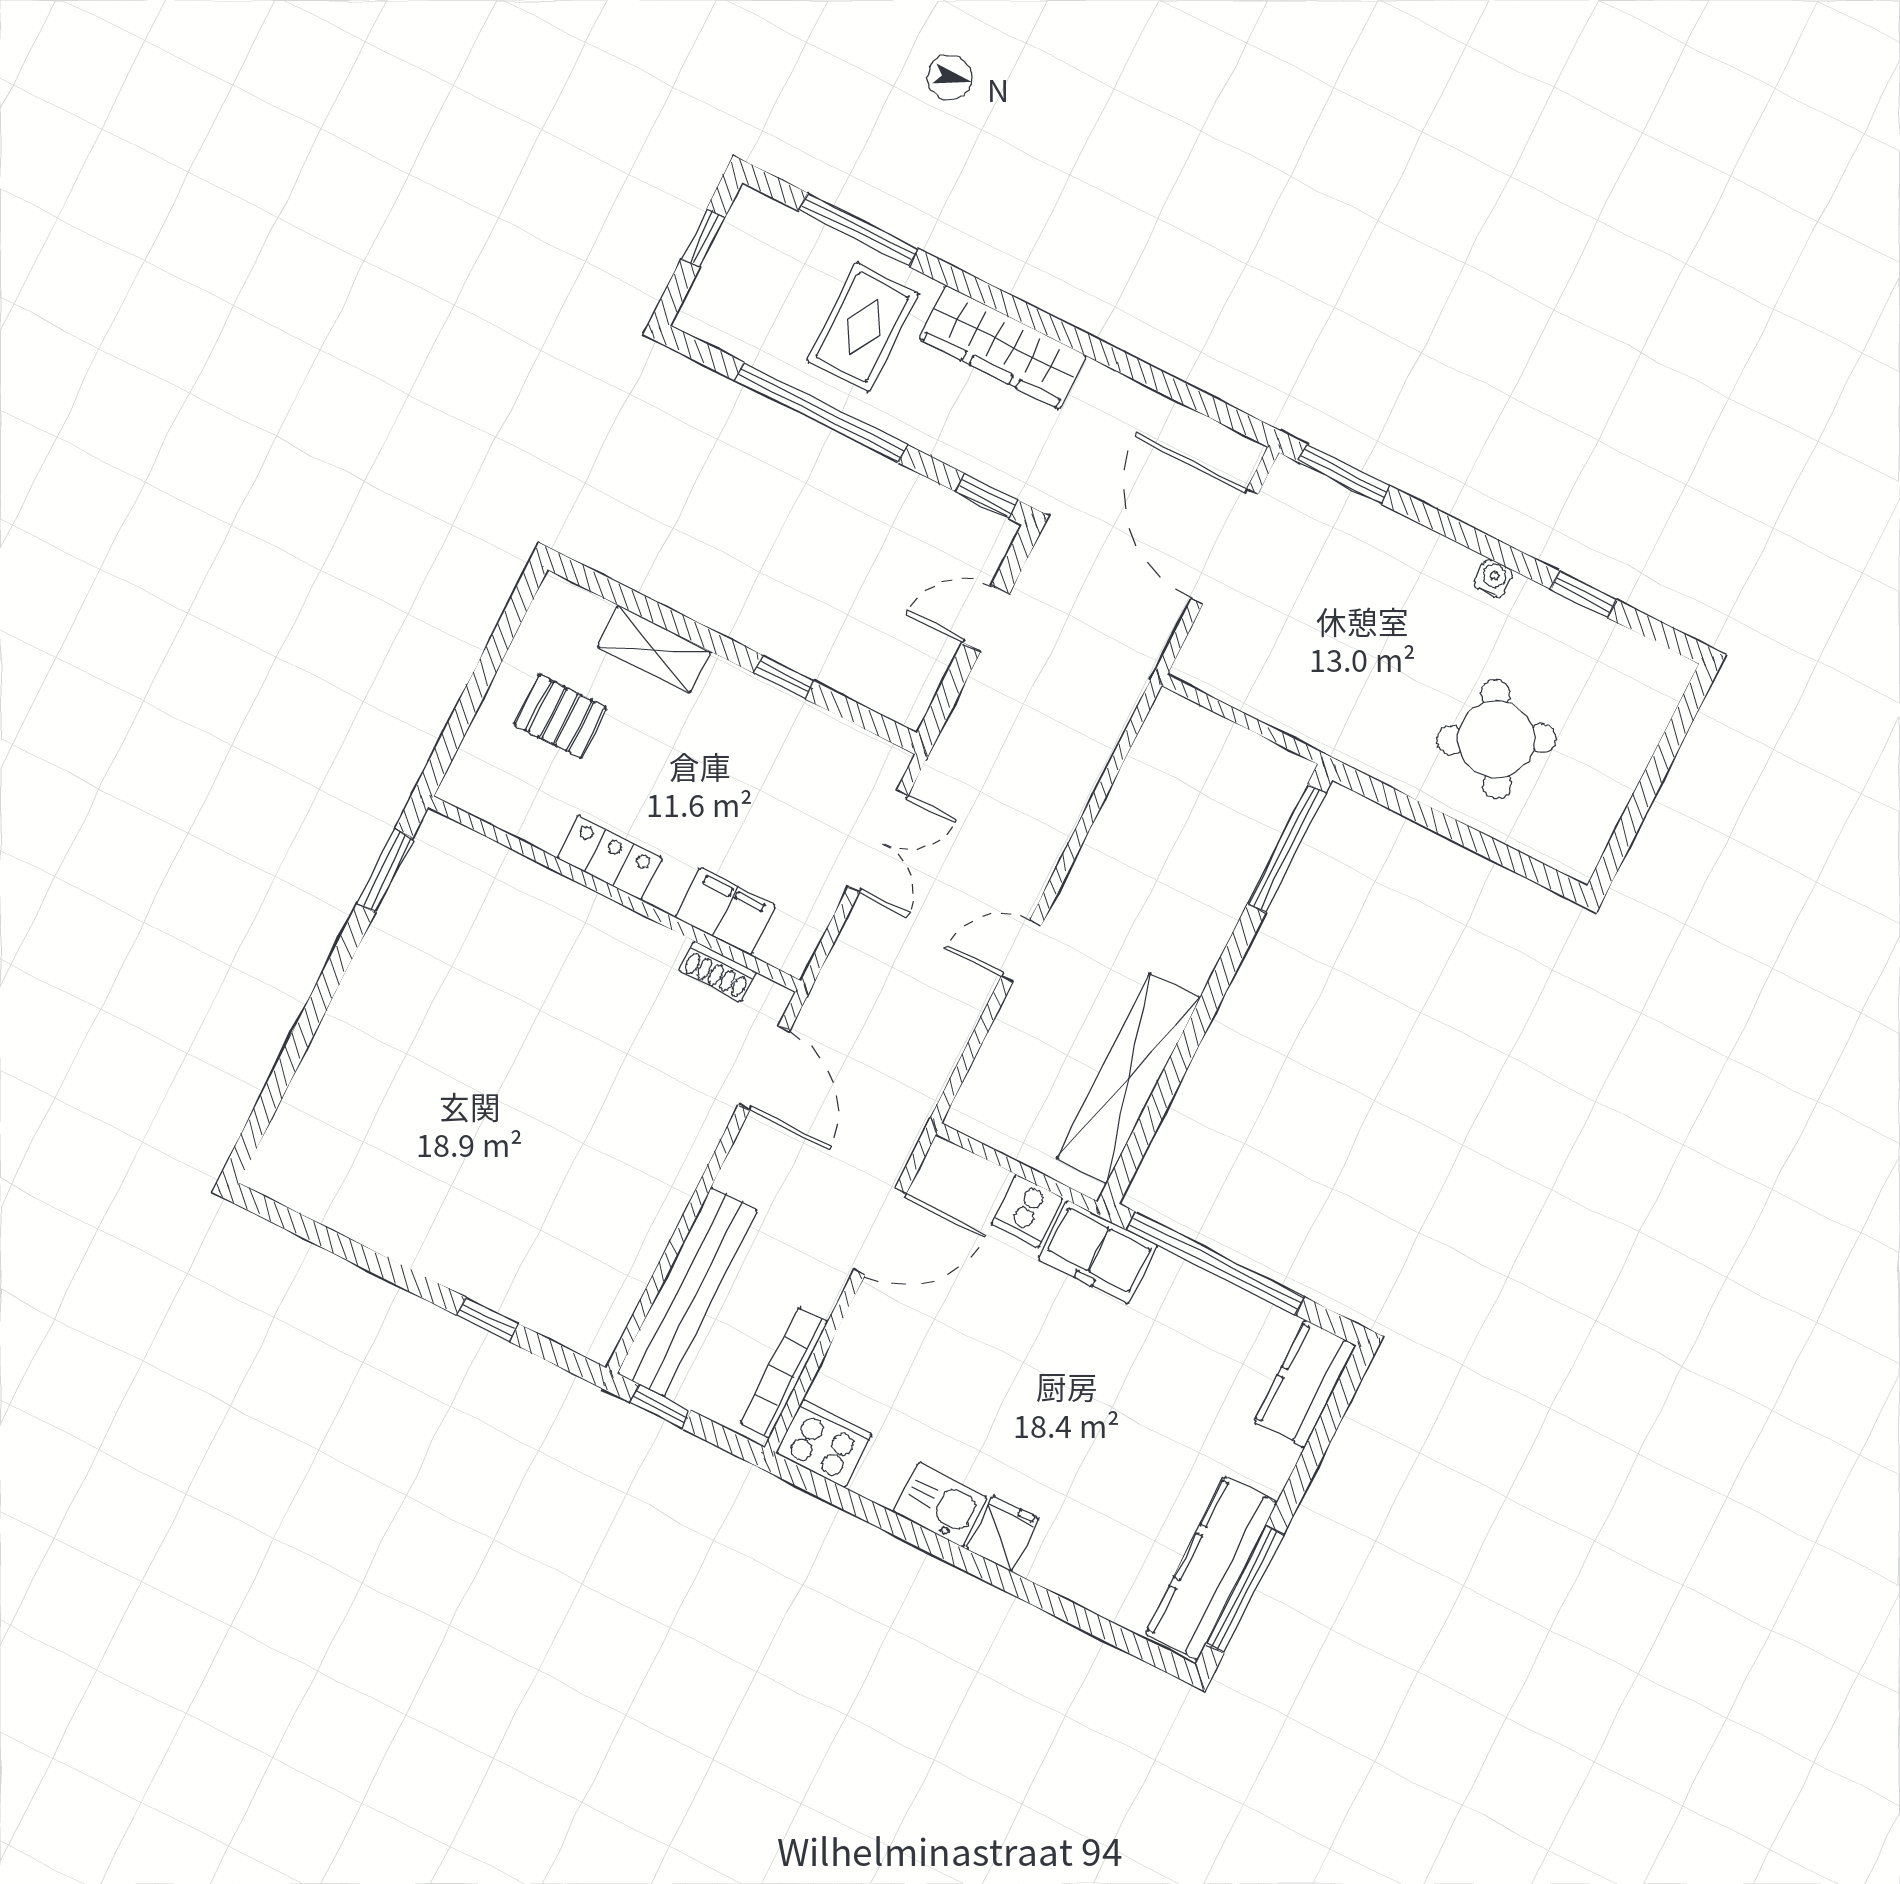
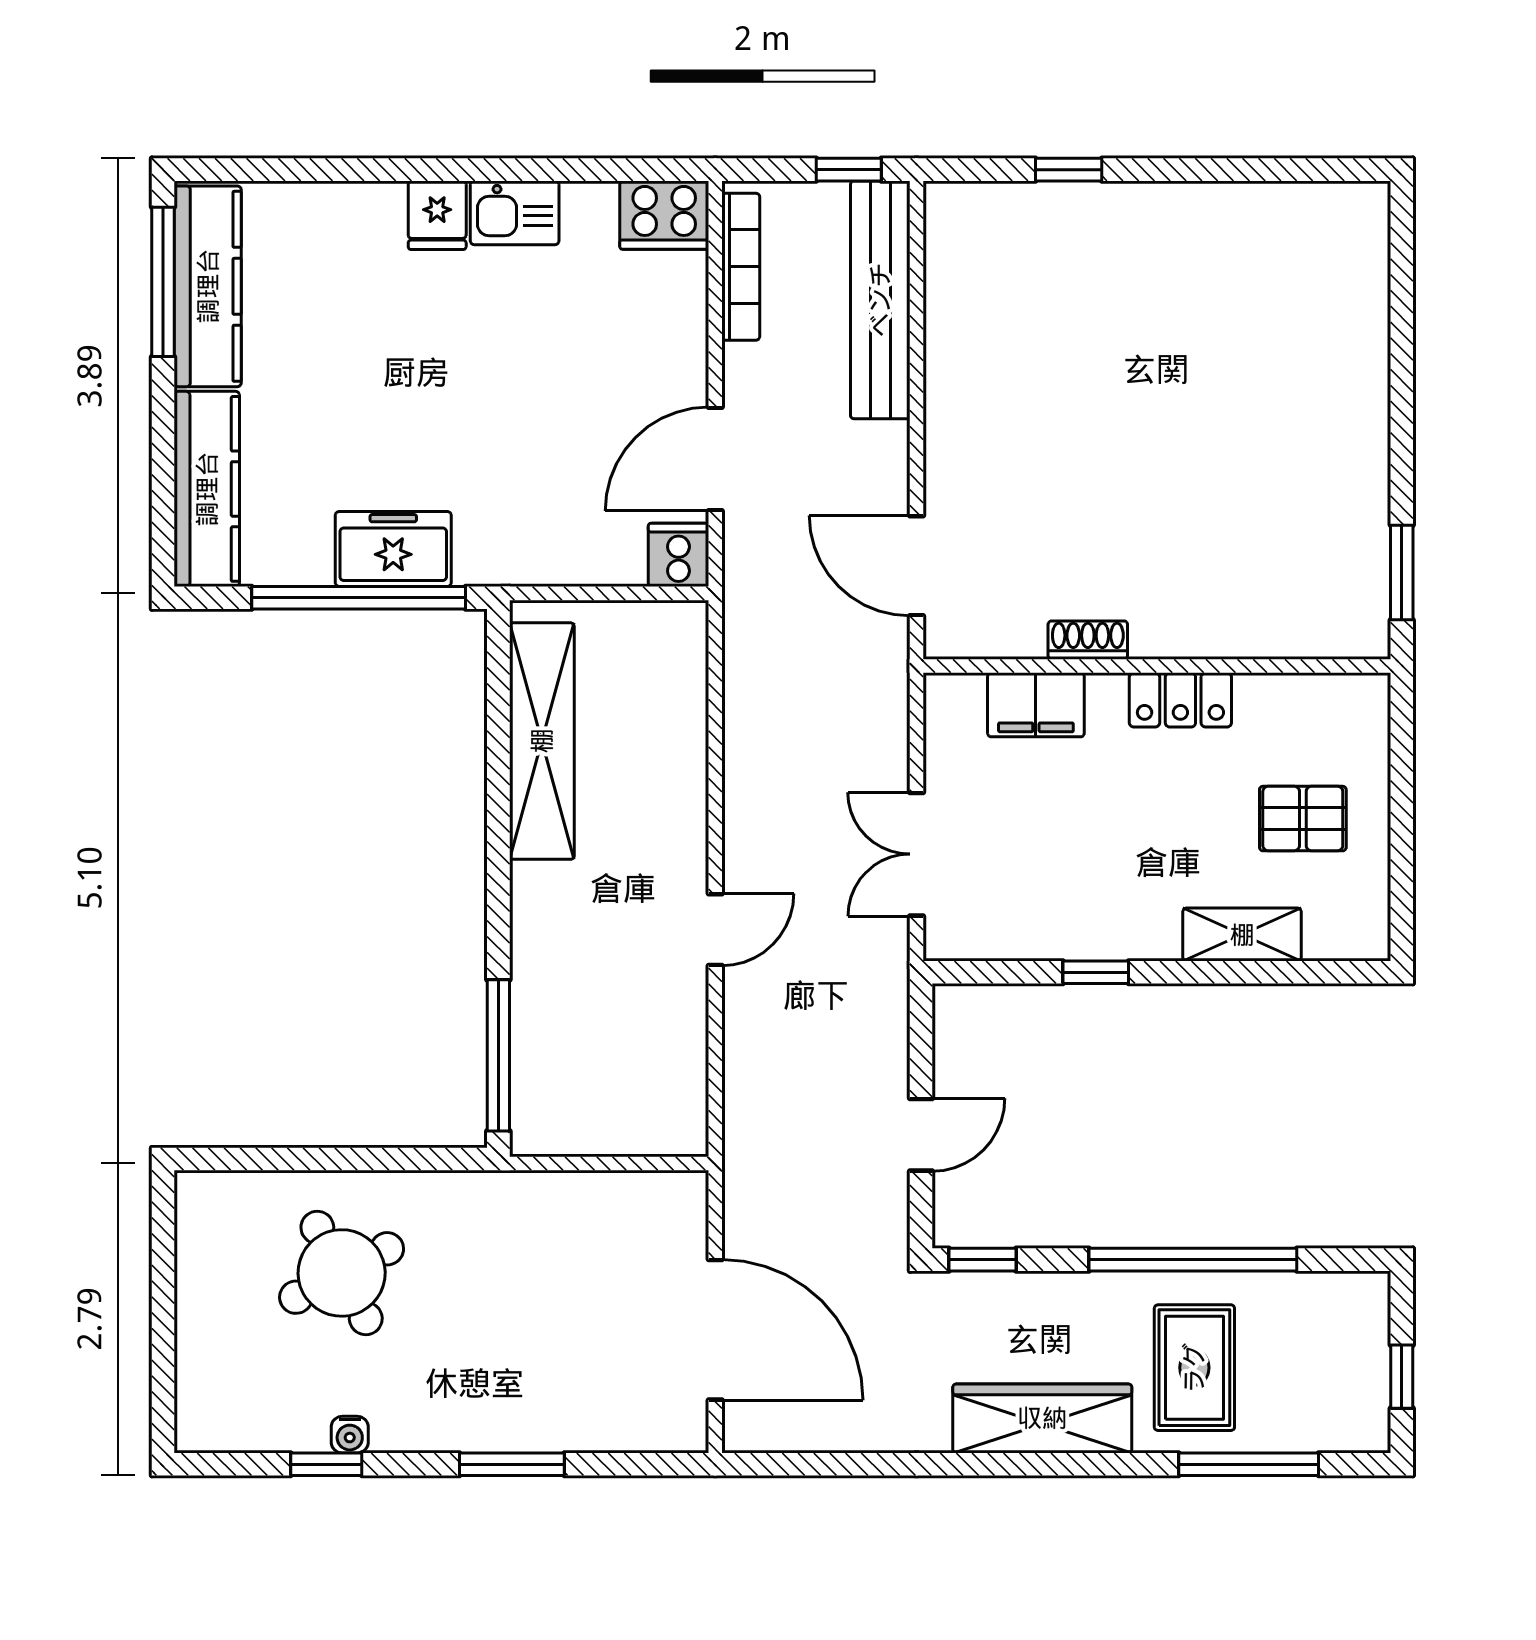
window: (1344, 474) -> (512, 1464), moved
water cooler: (1493, 578) -> (350, 1435), moved
door: (1021, 951) -> (715, 930), moved
shoe rack: (718, 971) -> (1088, 640), moved
cooker: (1027, 1211) -> (678, 555), moved
freezer: (1098, 1252) -> (393, 549), moved
kitchen counter: (1305, 1384) -> (207, 489), width x1.50

